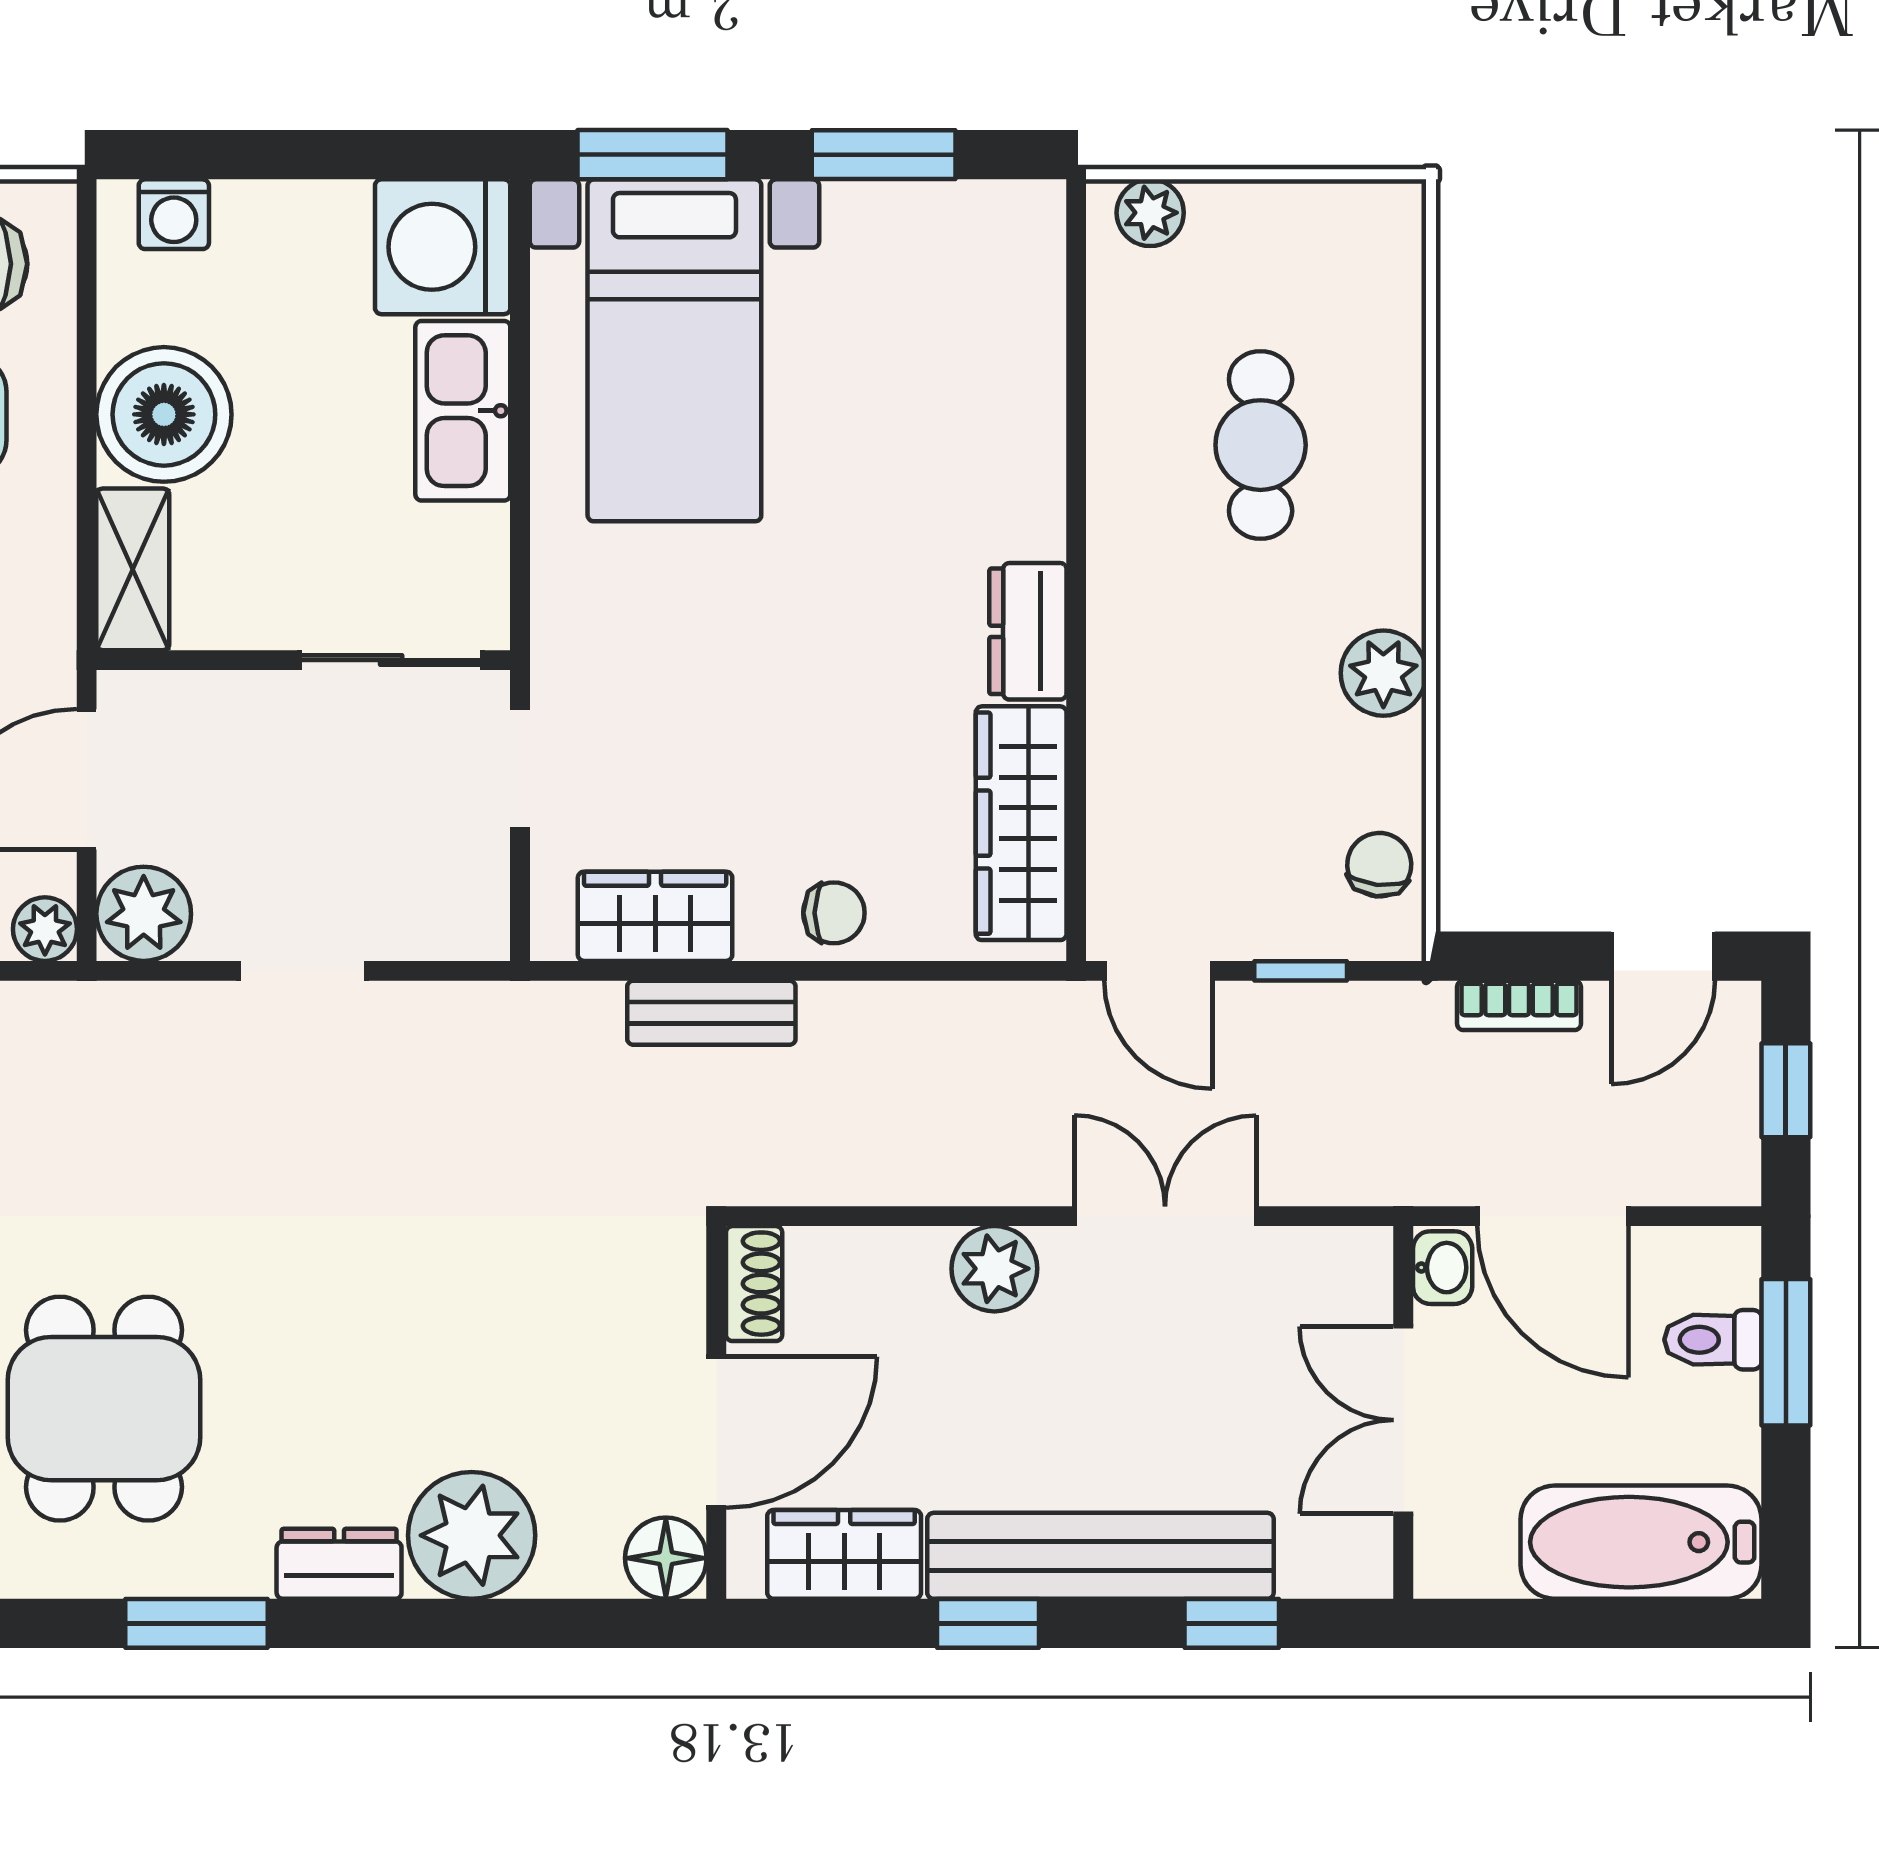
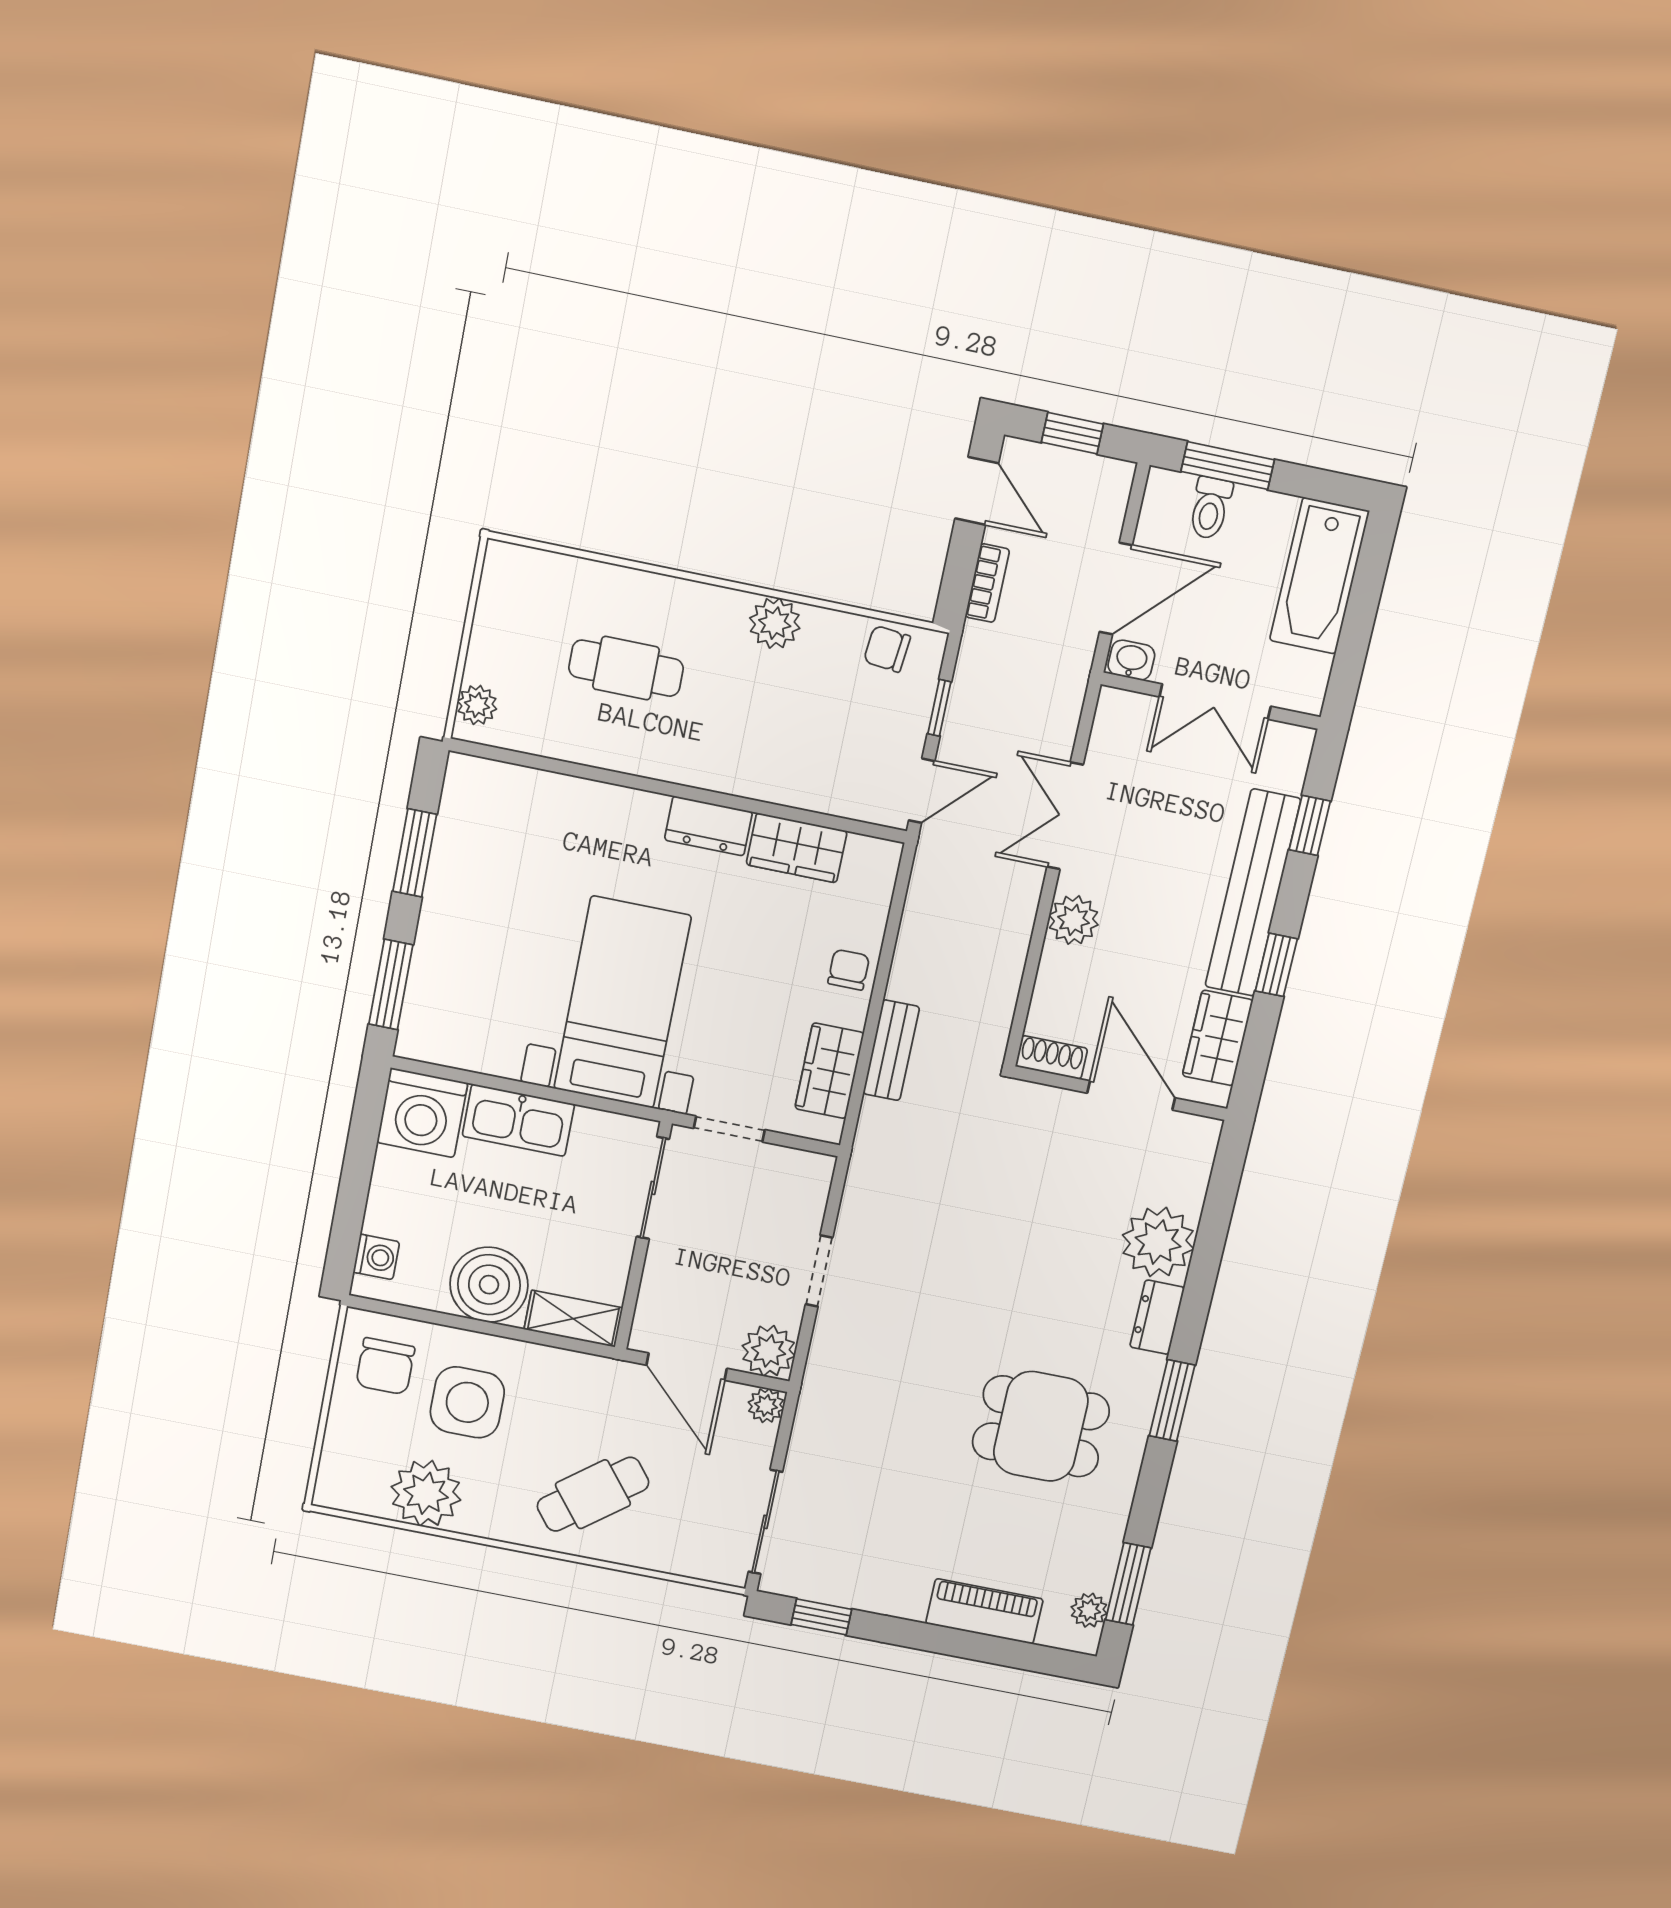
bed with nightstands: (674, 350) -> (622, 1002), moved, turned -90
wardrobe: (1021, 823) -> (797, 848), width x0.67
floor lamp: (666, 1558) -> (1196, 1138), removed

